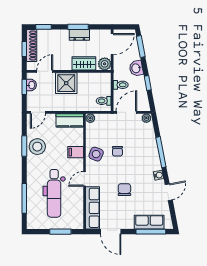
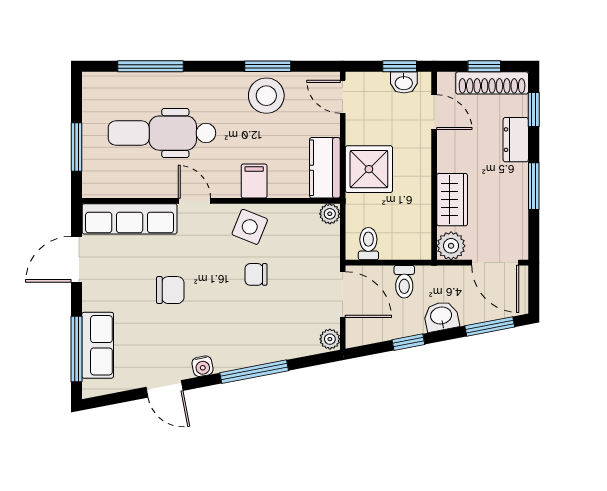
dresser: (79, 35) -> (516, 140), moved
shower: (66, 83) -> (369, 169), moved

